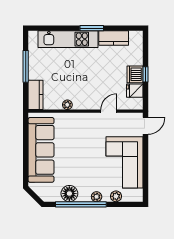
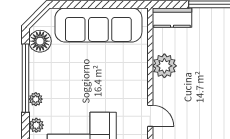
plant: (67, 105) -> (164, 66), width x1.88, depth x1.88
floor lamp: (69, 194) -> (40, 41), moved

